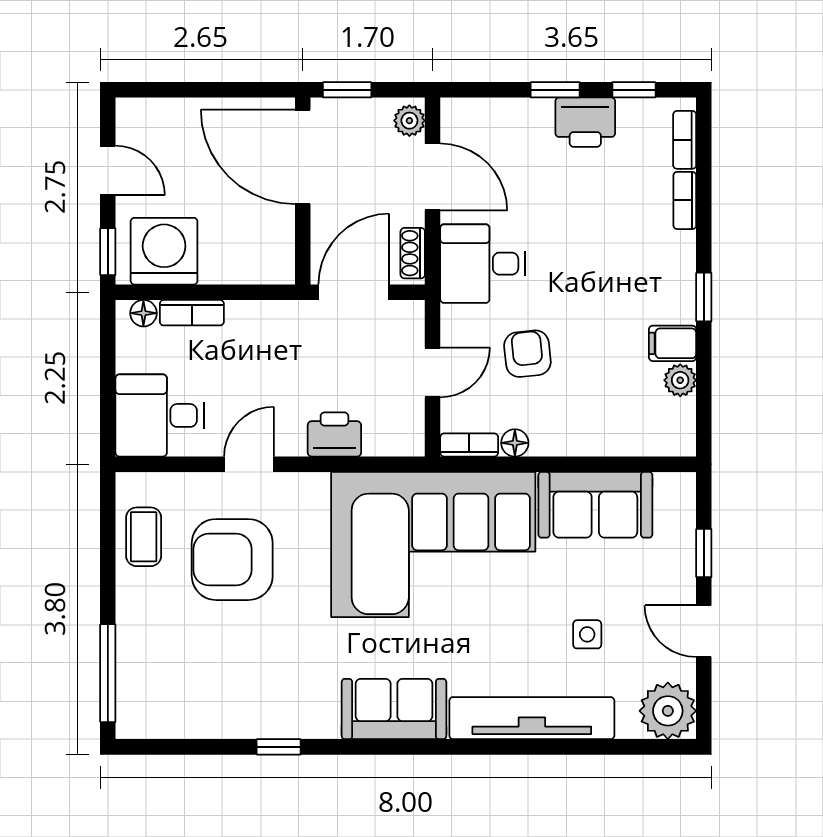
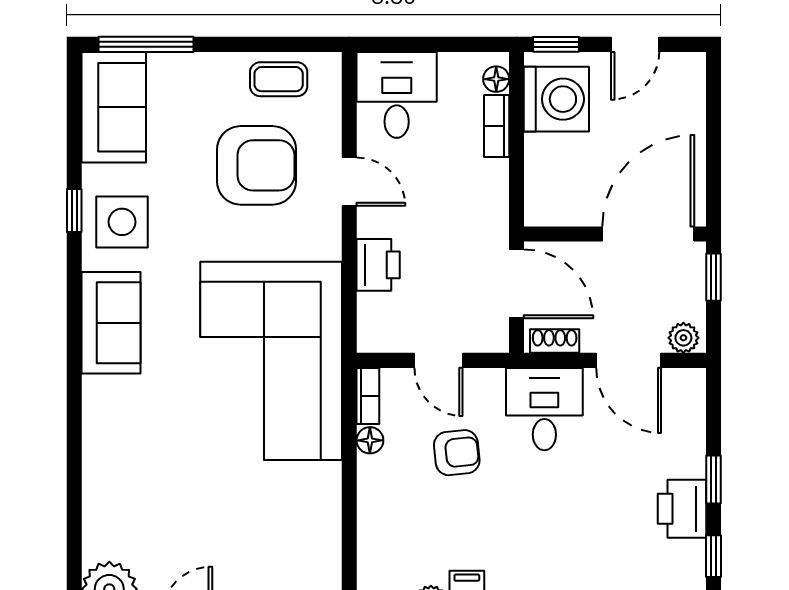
door: (433, 177) -> (629, 360), hinge flipped
sofa: (595, 505) -> (114, 107), moved, turned 180
armchair: (232, 560) -> (257, 165), turned 90
side table: (587, 634) -> (122, 222), moved, width x1.87, depth x1.87
tv unit: (532, 718) -> (102, 457), removed

